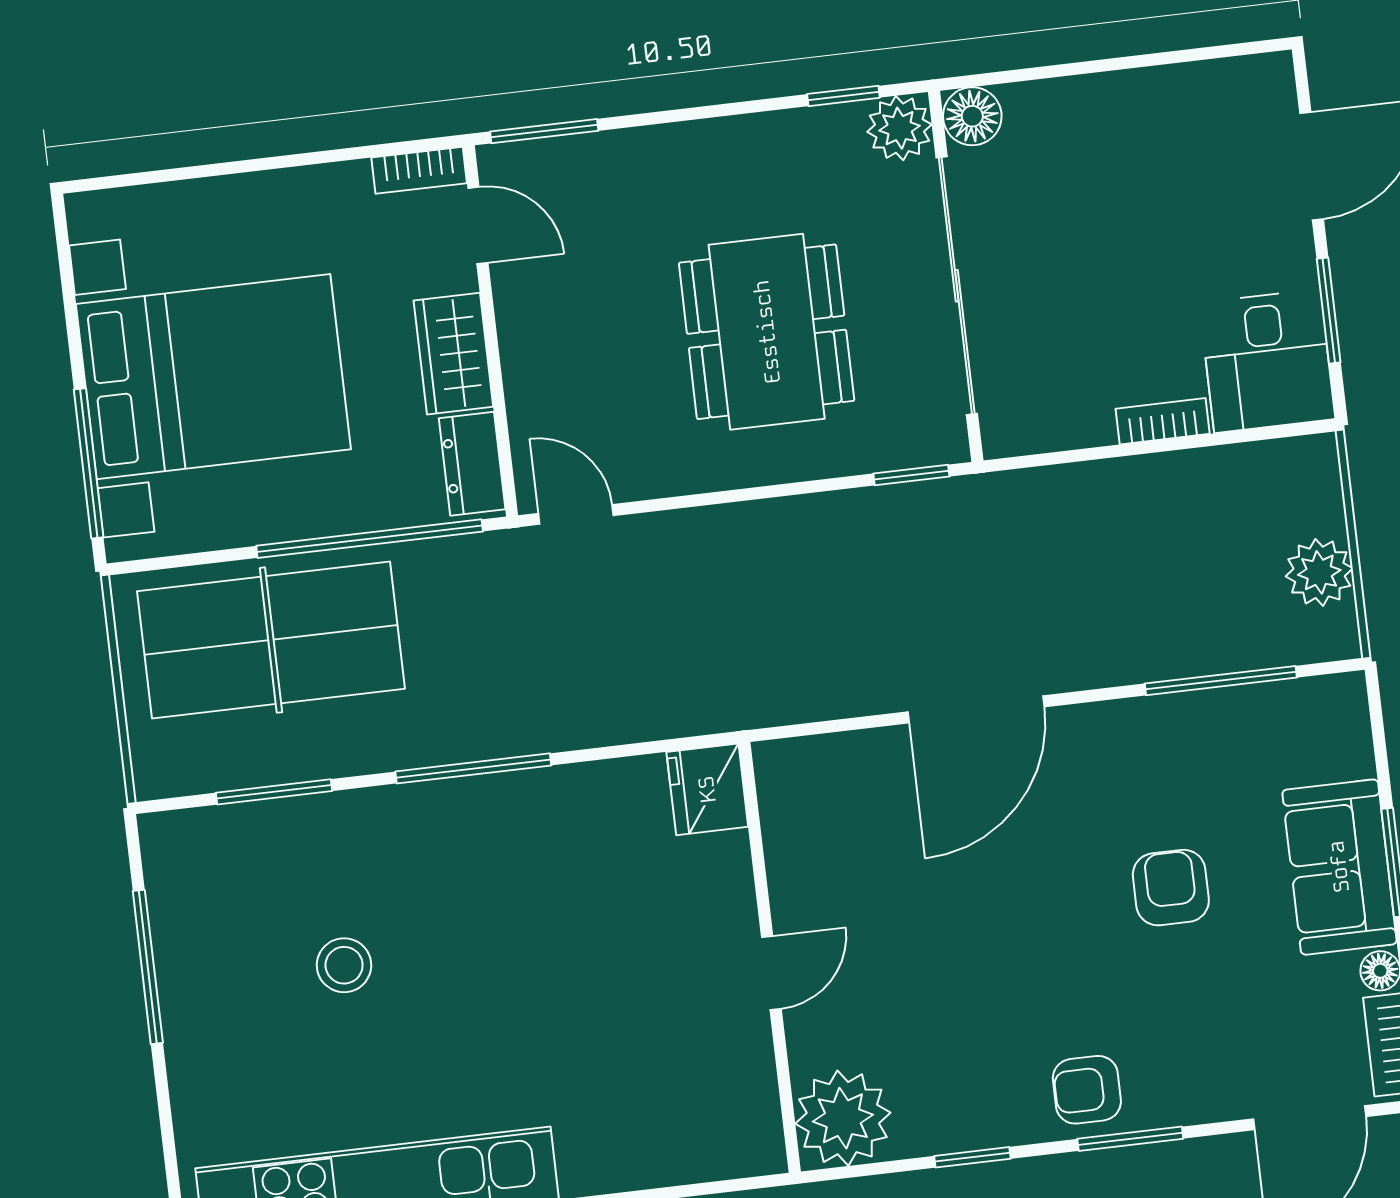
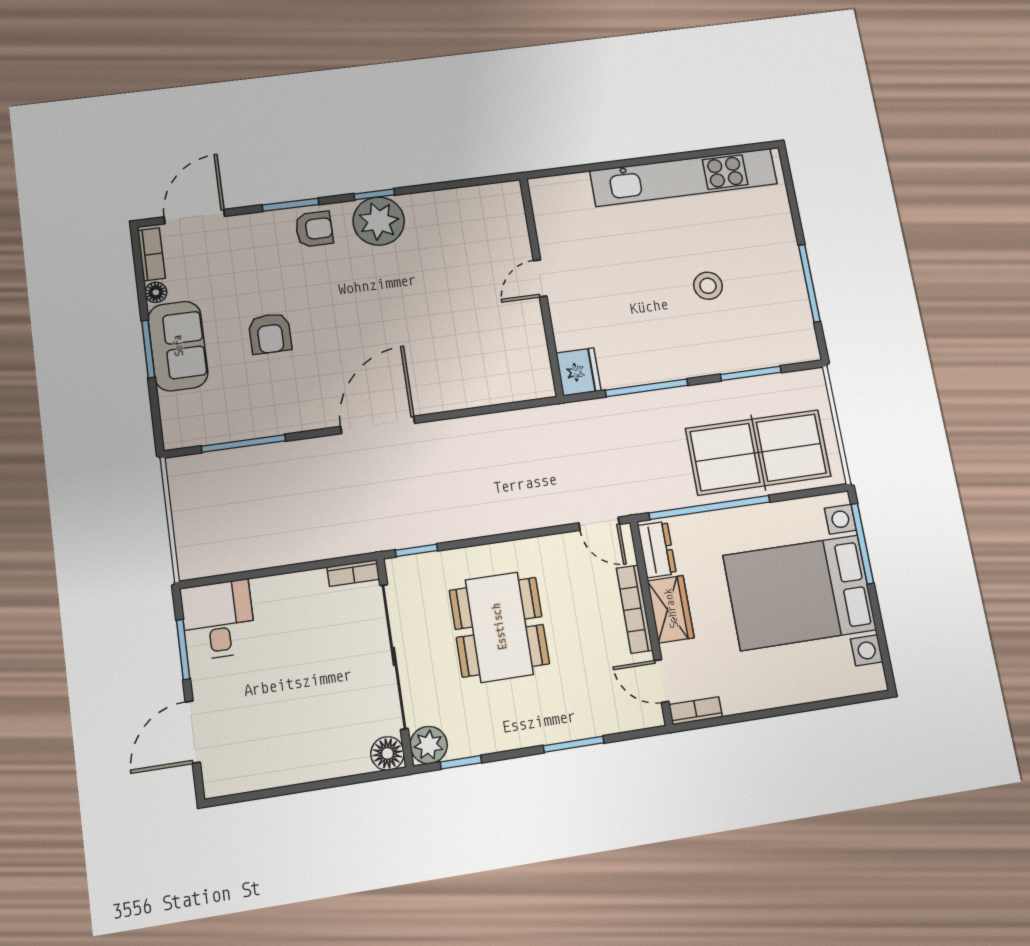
window: (544, 131) -> (574, 744), moved
bookcase: (520, 356) -> (634, 609), added
bookcase: (1163, 421) -> (353, 573), moved
plant: (1319, 572) -> (189, 503), removed
fridge: (707, 789) -> (578, 372), moved
wall: (770, 957) -> (541, 286), moved
door: (771, 973) -> (540, 278), moved
plant: (843, 1118) -> (379, 221), moved

